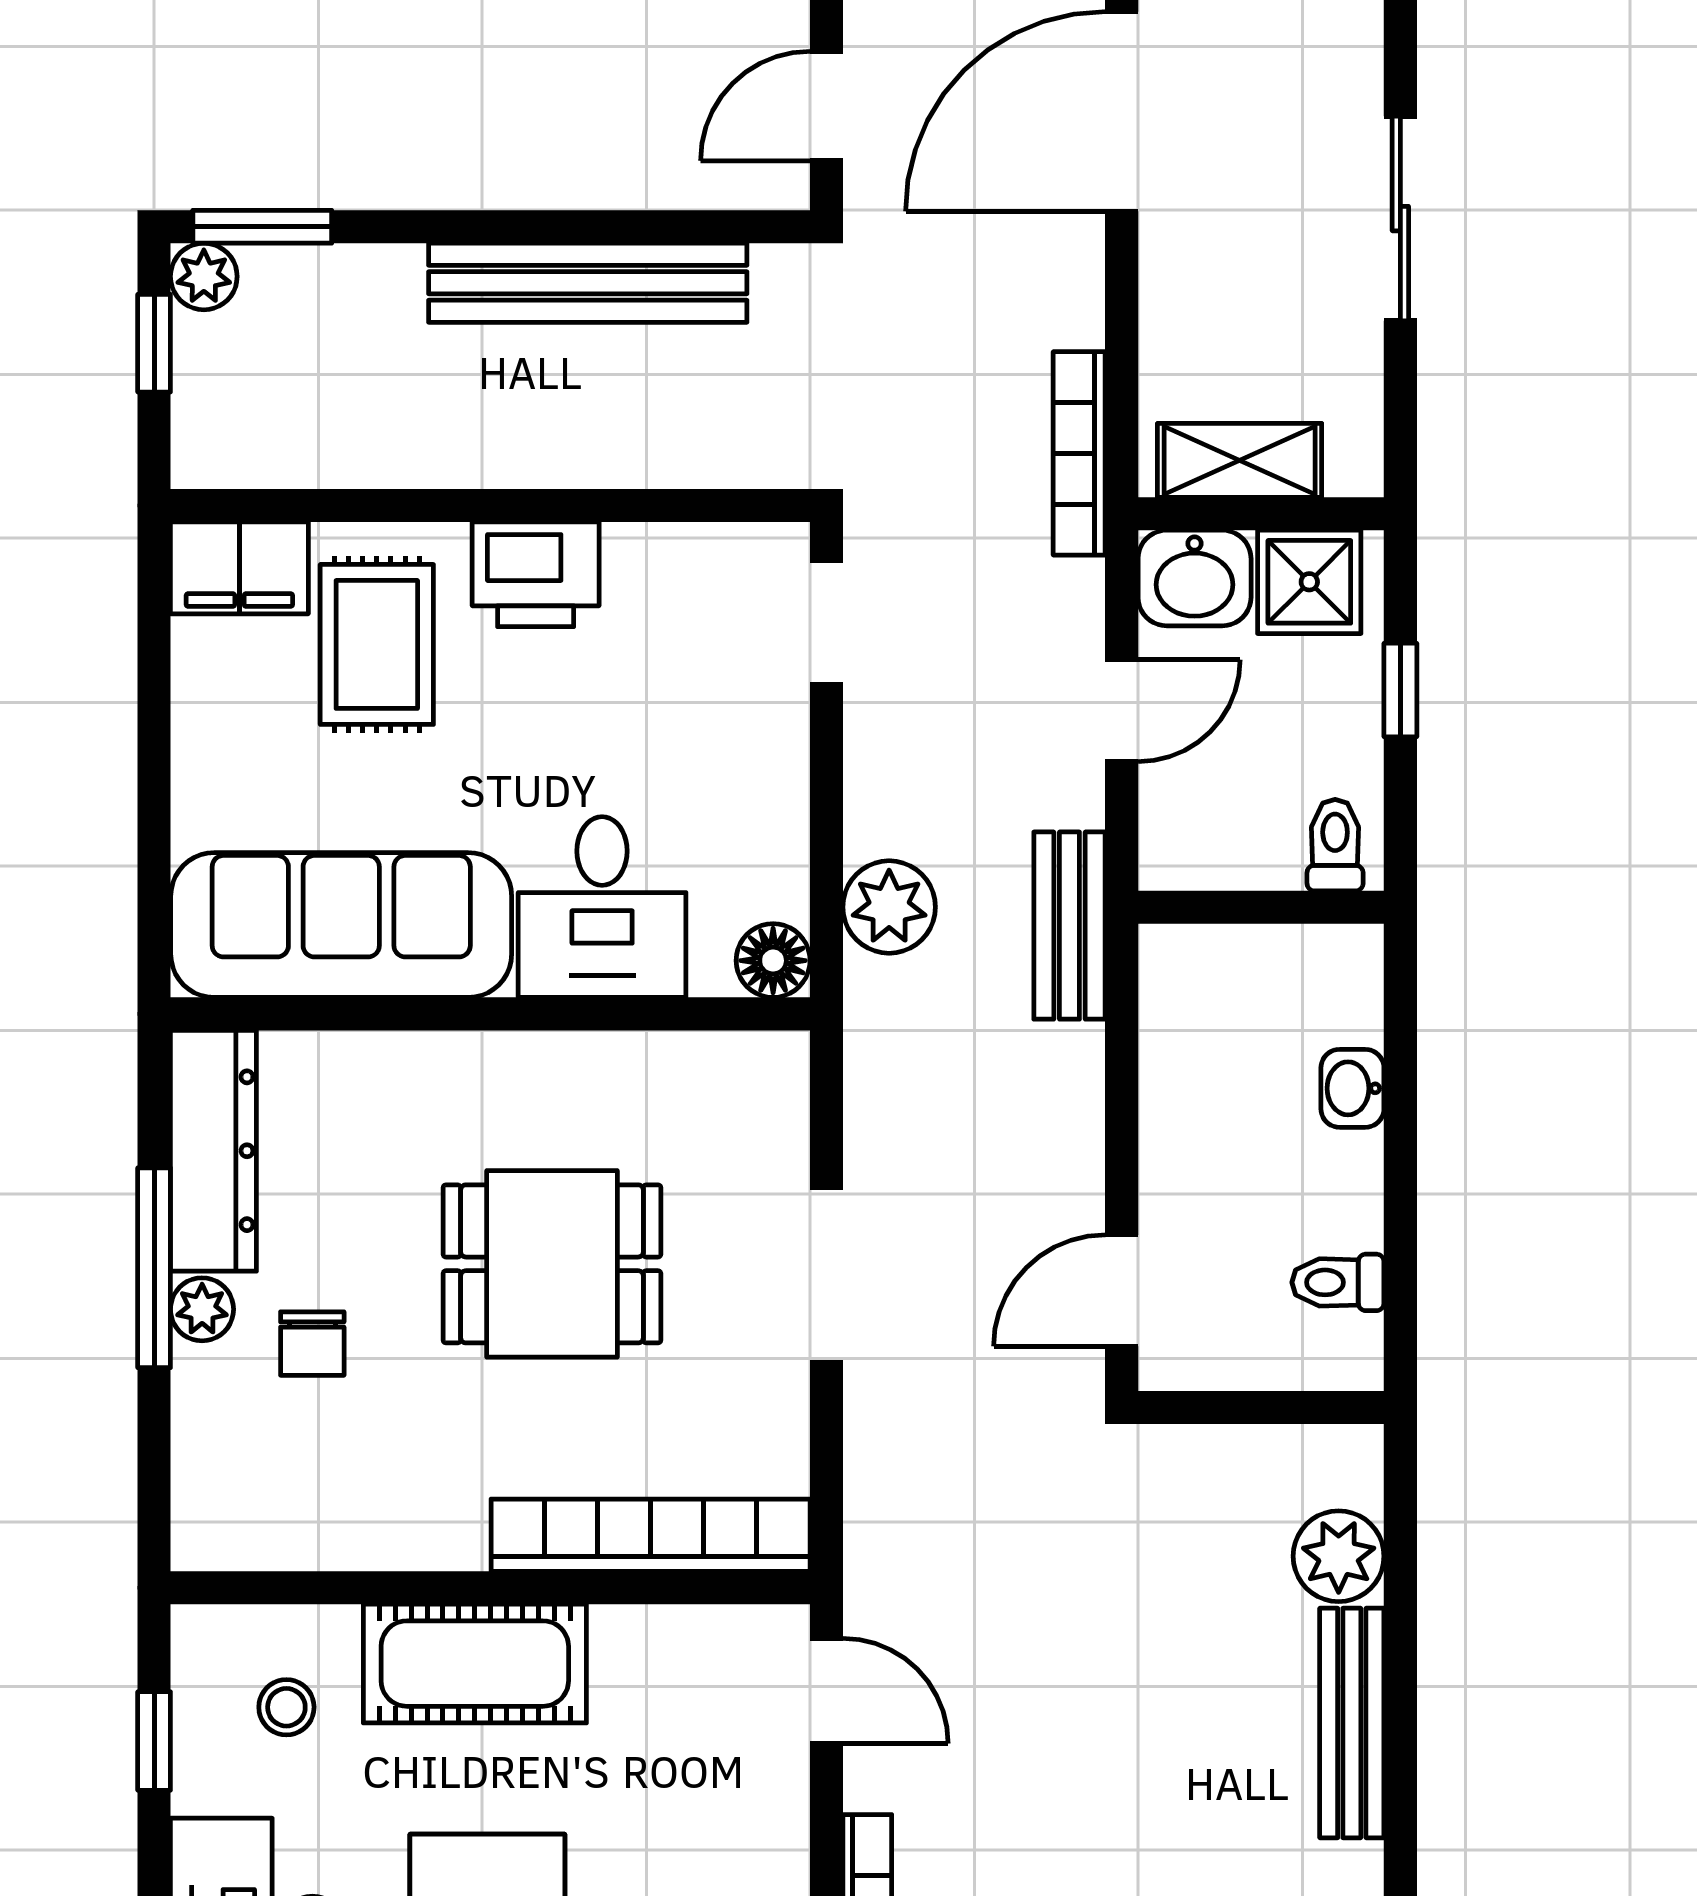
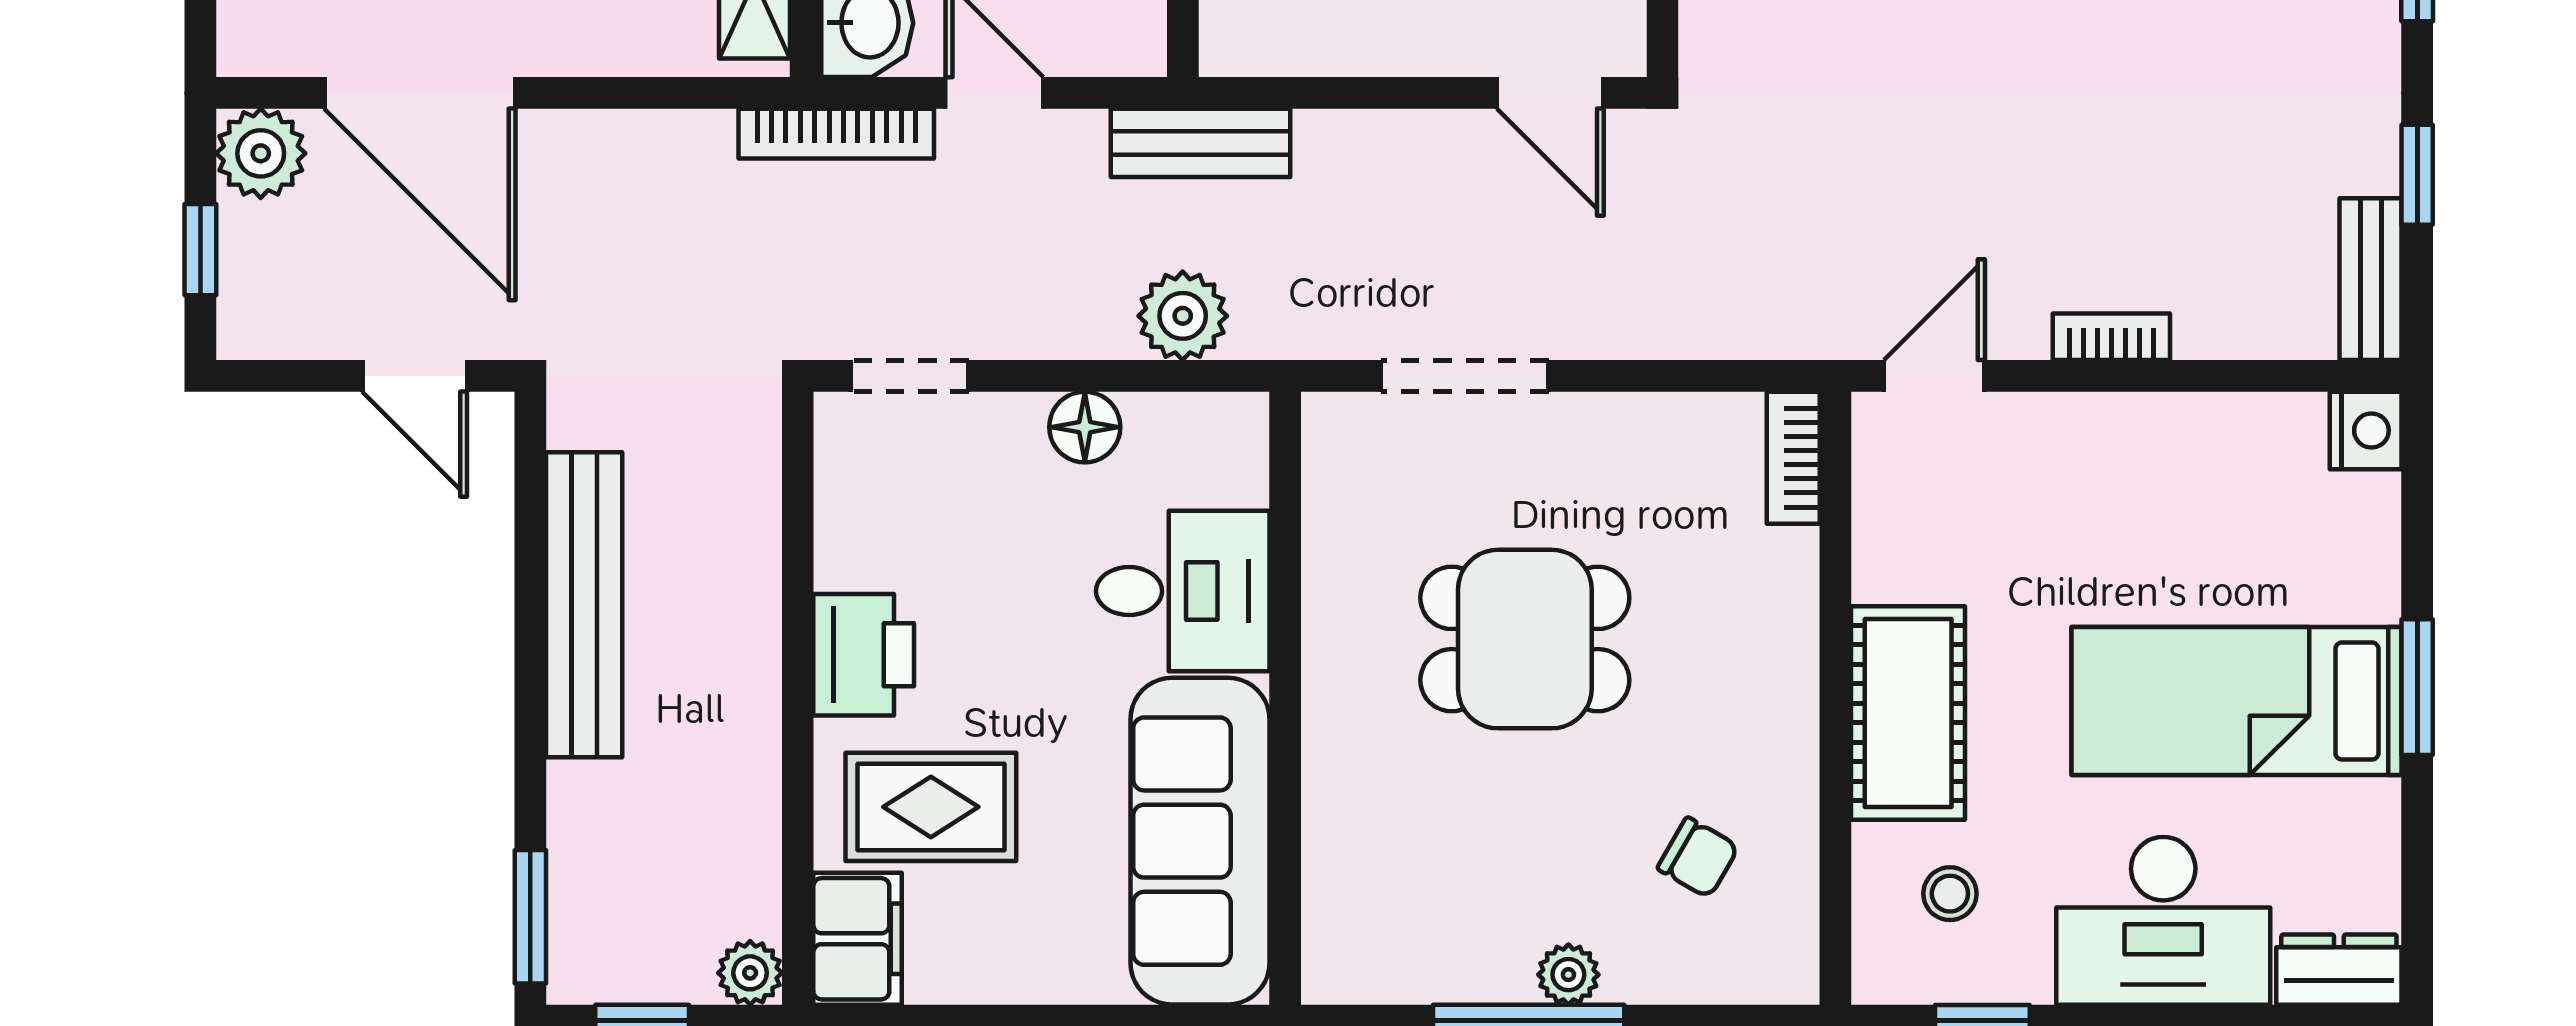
plant: (204, 276) -> (750, 973), moved
bookcase: (1079, 453) -> (836, 134), moved
floor lamp: (773, 961) -> (1085, 427), moved
dresser: (213, 1151) -> (1416, 964), removed
dining table: (552, 1264) -> (1525, 639), turned 90
doorway: (826, 1275) -> (1465, 376), moved
chair: (312, 1344) -> (1698, 858), moved, turned 30
bookcase: (651, 1535) -> (1793, 458), width x0.43, depth x0.76

